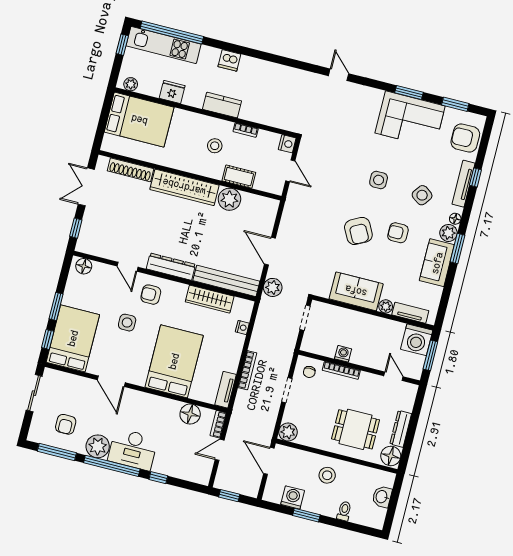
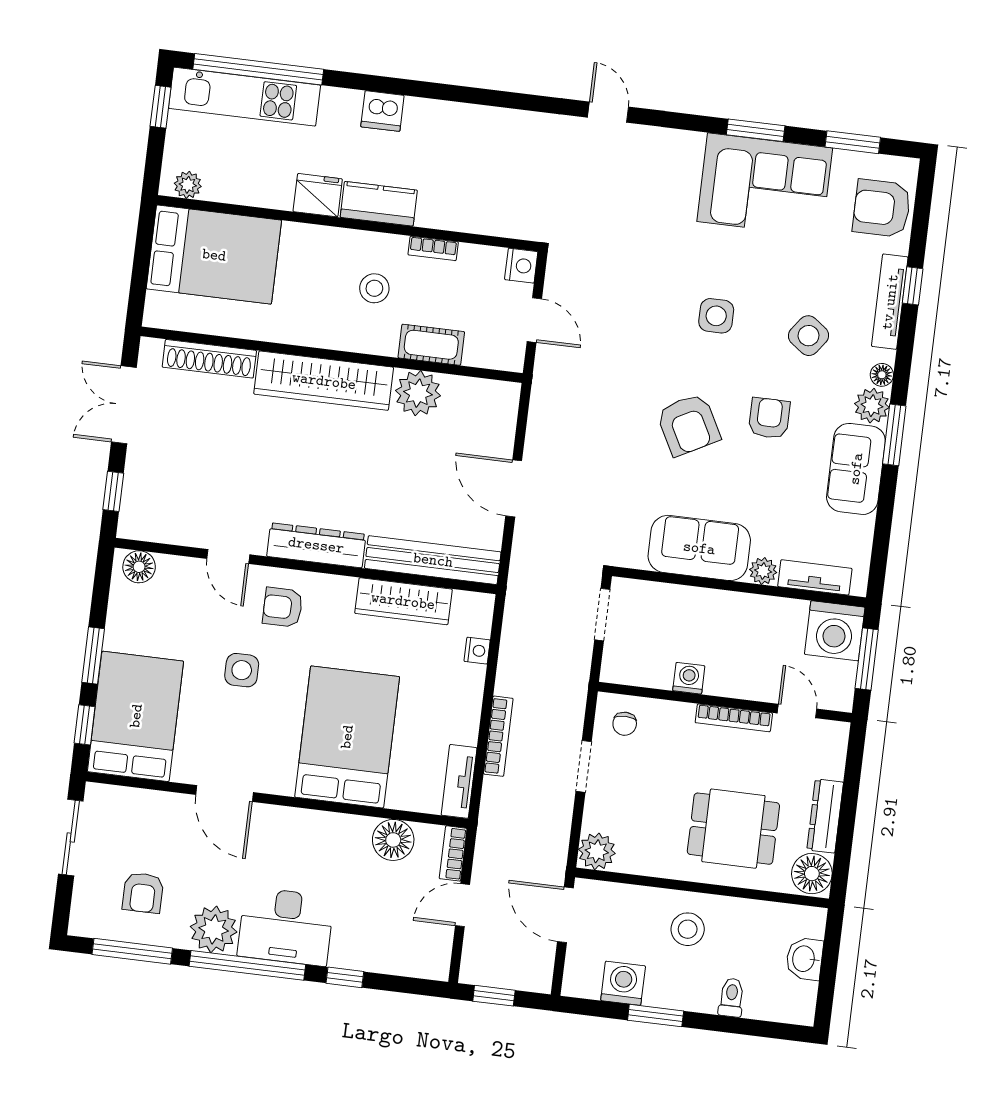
fridge: (172, 92) -> (318, 195), moved
armchair: (398, 233) -> (769, 418), turned 90
plant: (273, 287) -> (529, 561), removed
bookcase: (341, 370) -> (734, 718), moved

